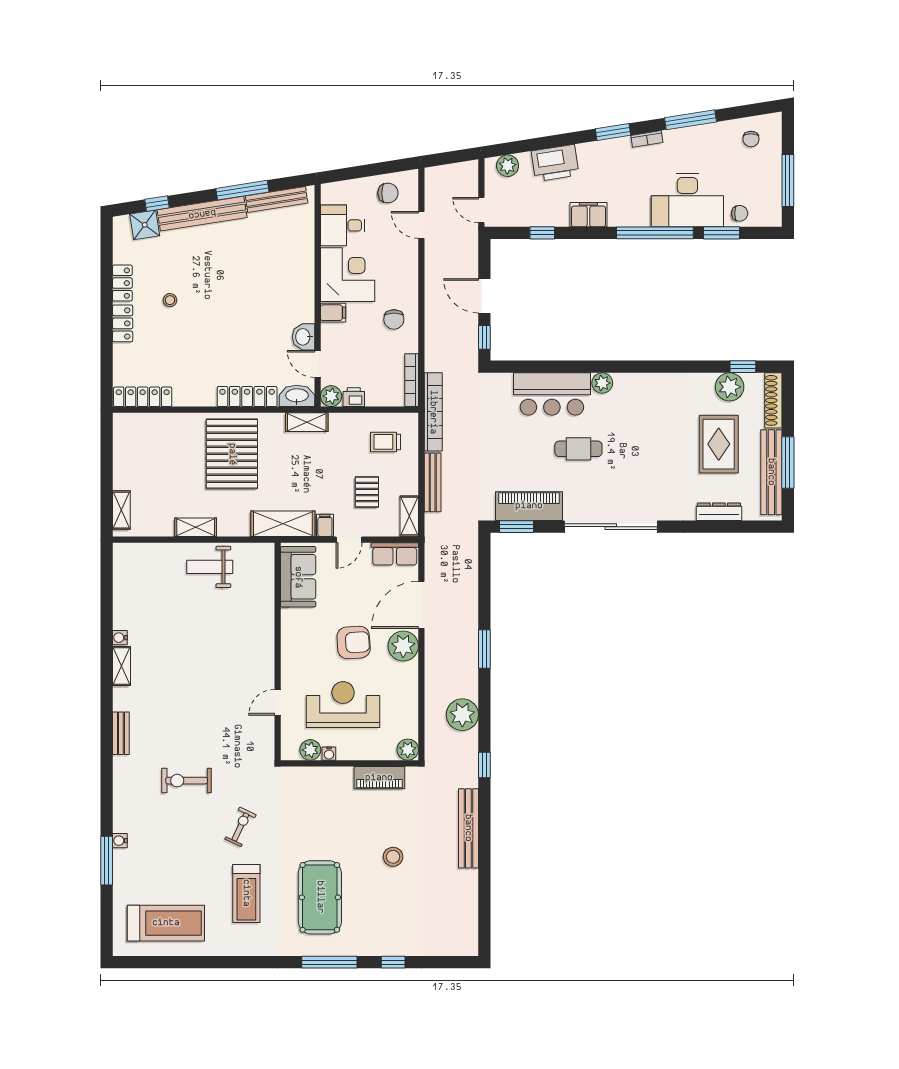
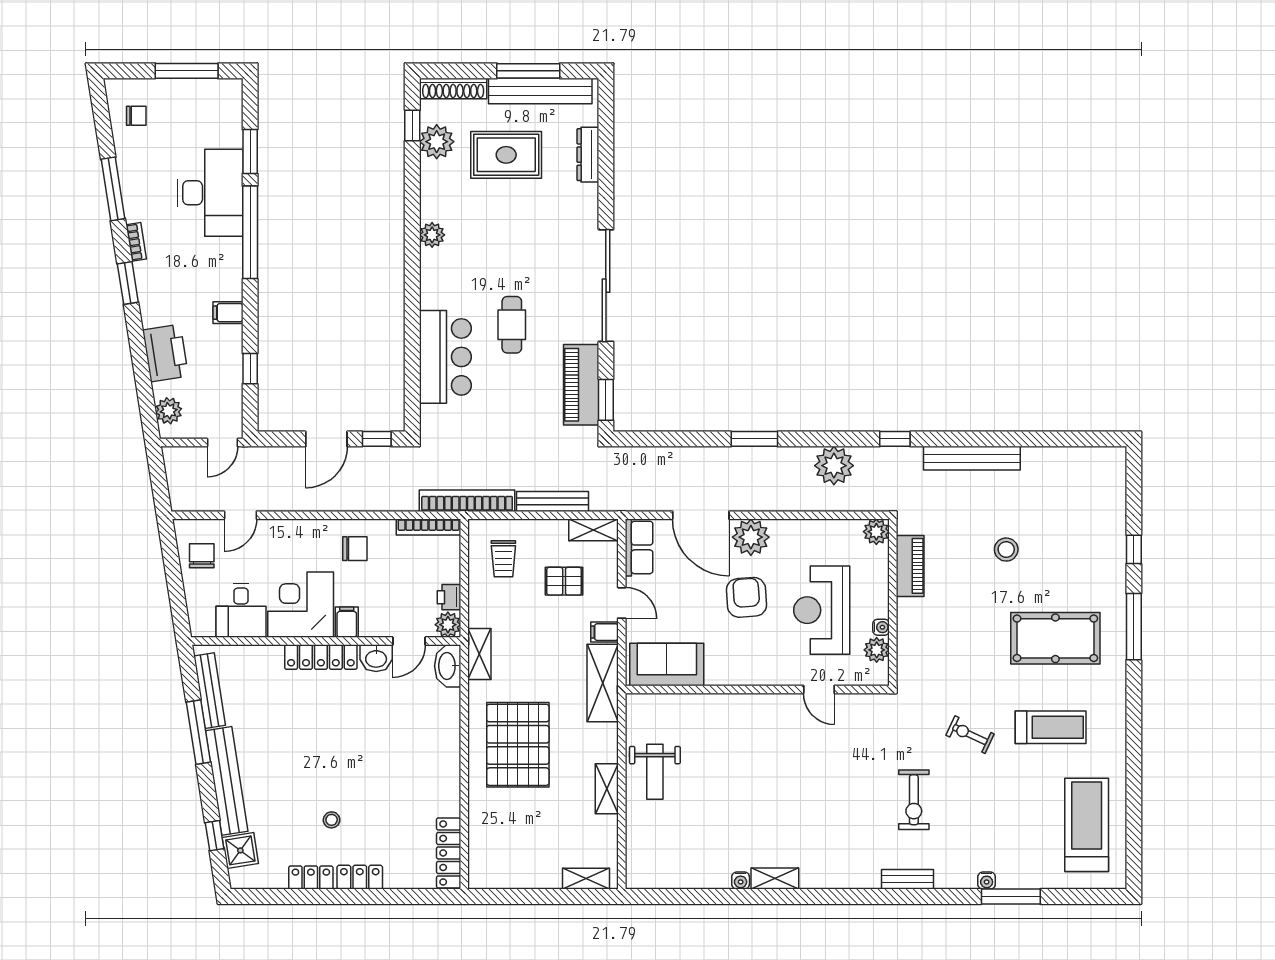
chair: (740, 213) -> (226, 129), removed
filing cabinet: (588, 215) -> (228, 313), width x0.50
plant: (602, 383) -> (432, 235), moved
locker: (247, 396) -> (321, 657), moved, turned -90
pallet: (232, 454) -> (518, 745), turned 90
bench: (121, 733) -> (908, 879), moved

